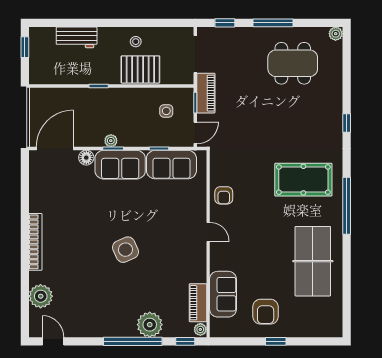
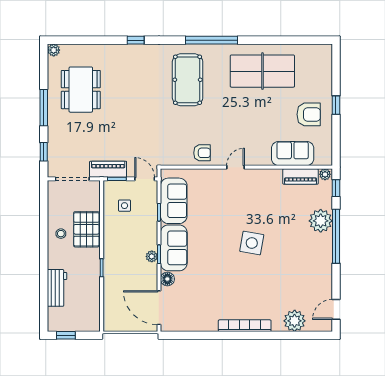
side table: (126, 250) -> (252, 243), turned 34

